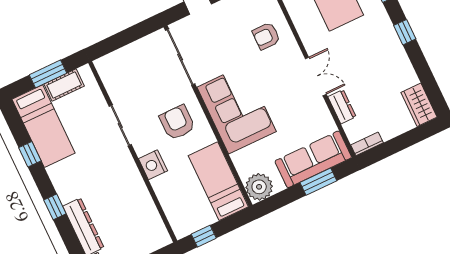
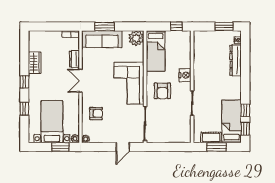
wardrobe: (419, 105) -> (35, 63), moved
window: (55, 207) -> (245, 129), moved

